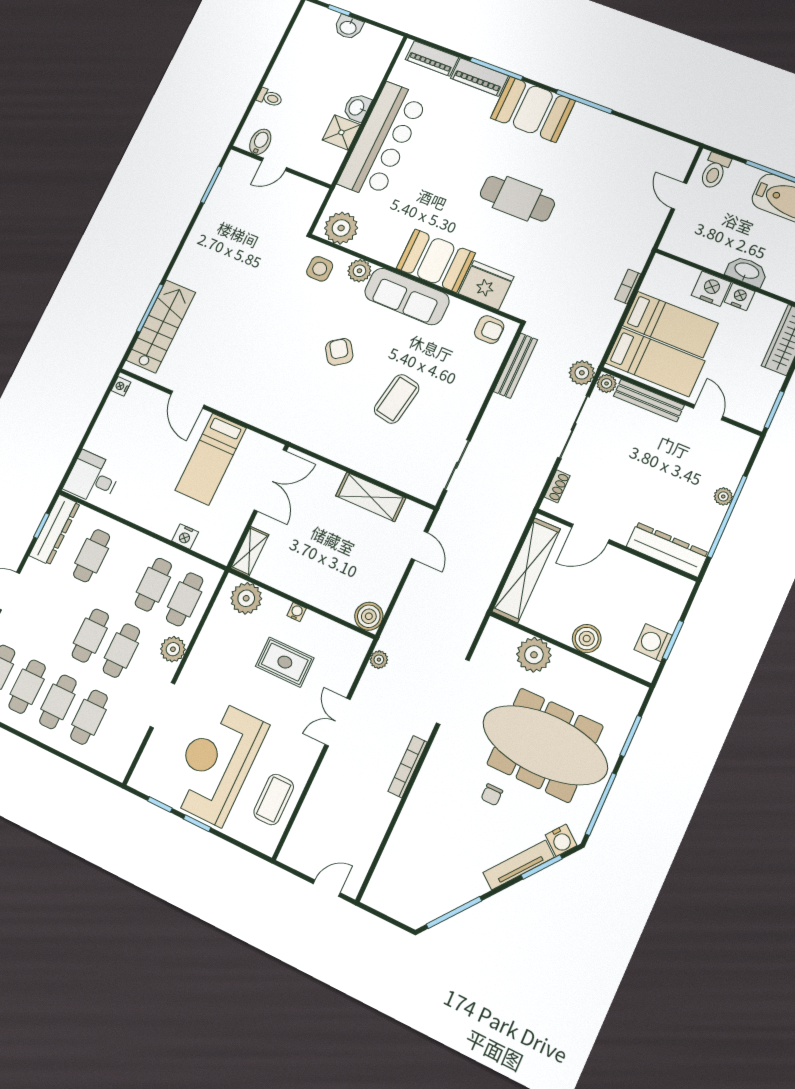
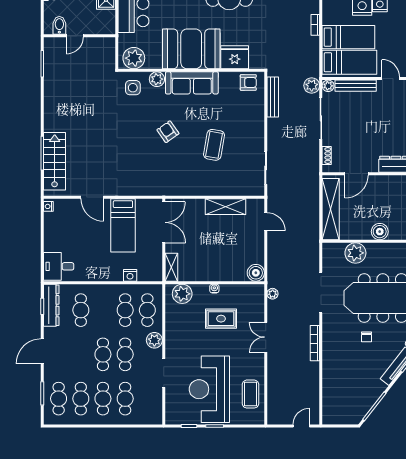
booth: (436, 261) -> (191, 49), width x1.36, depth x1.42

